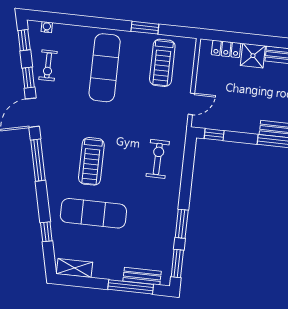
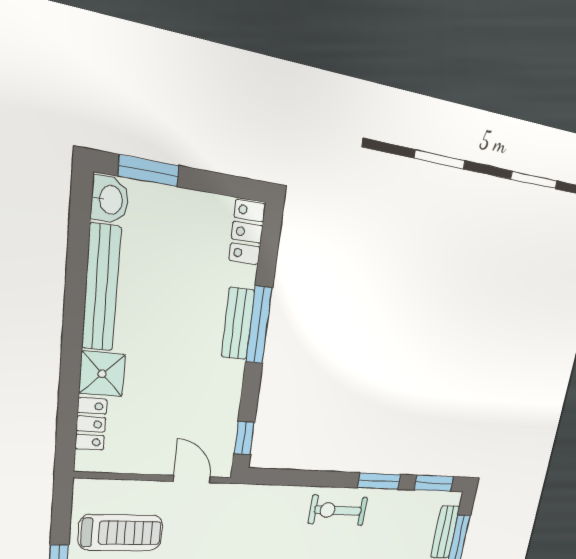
exercise bike: (158, 159) -> (338, 510), moved

